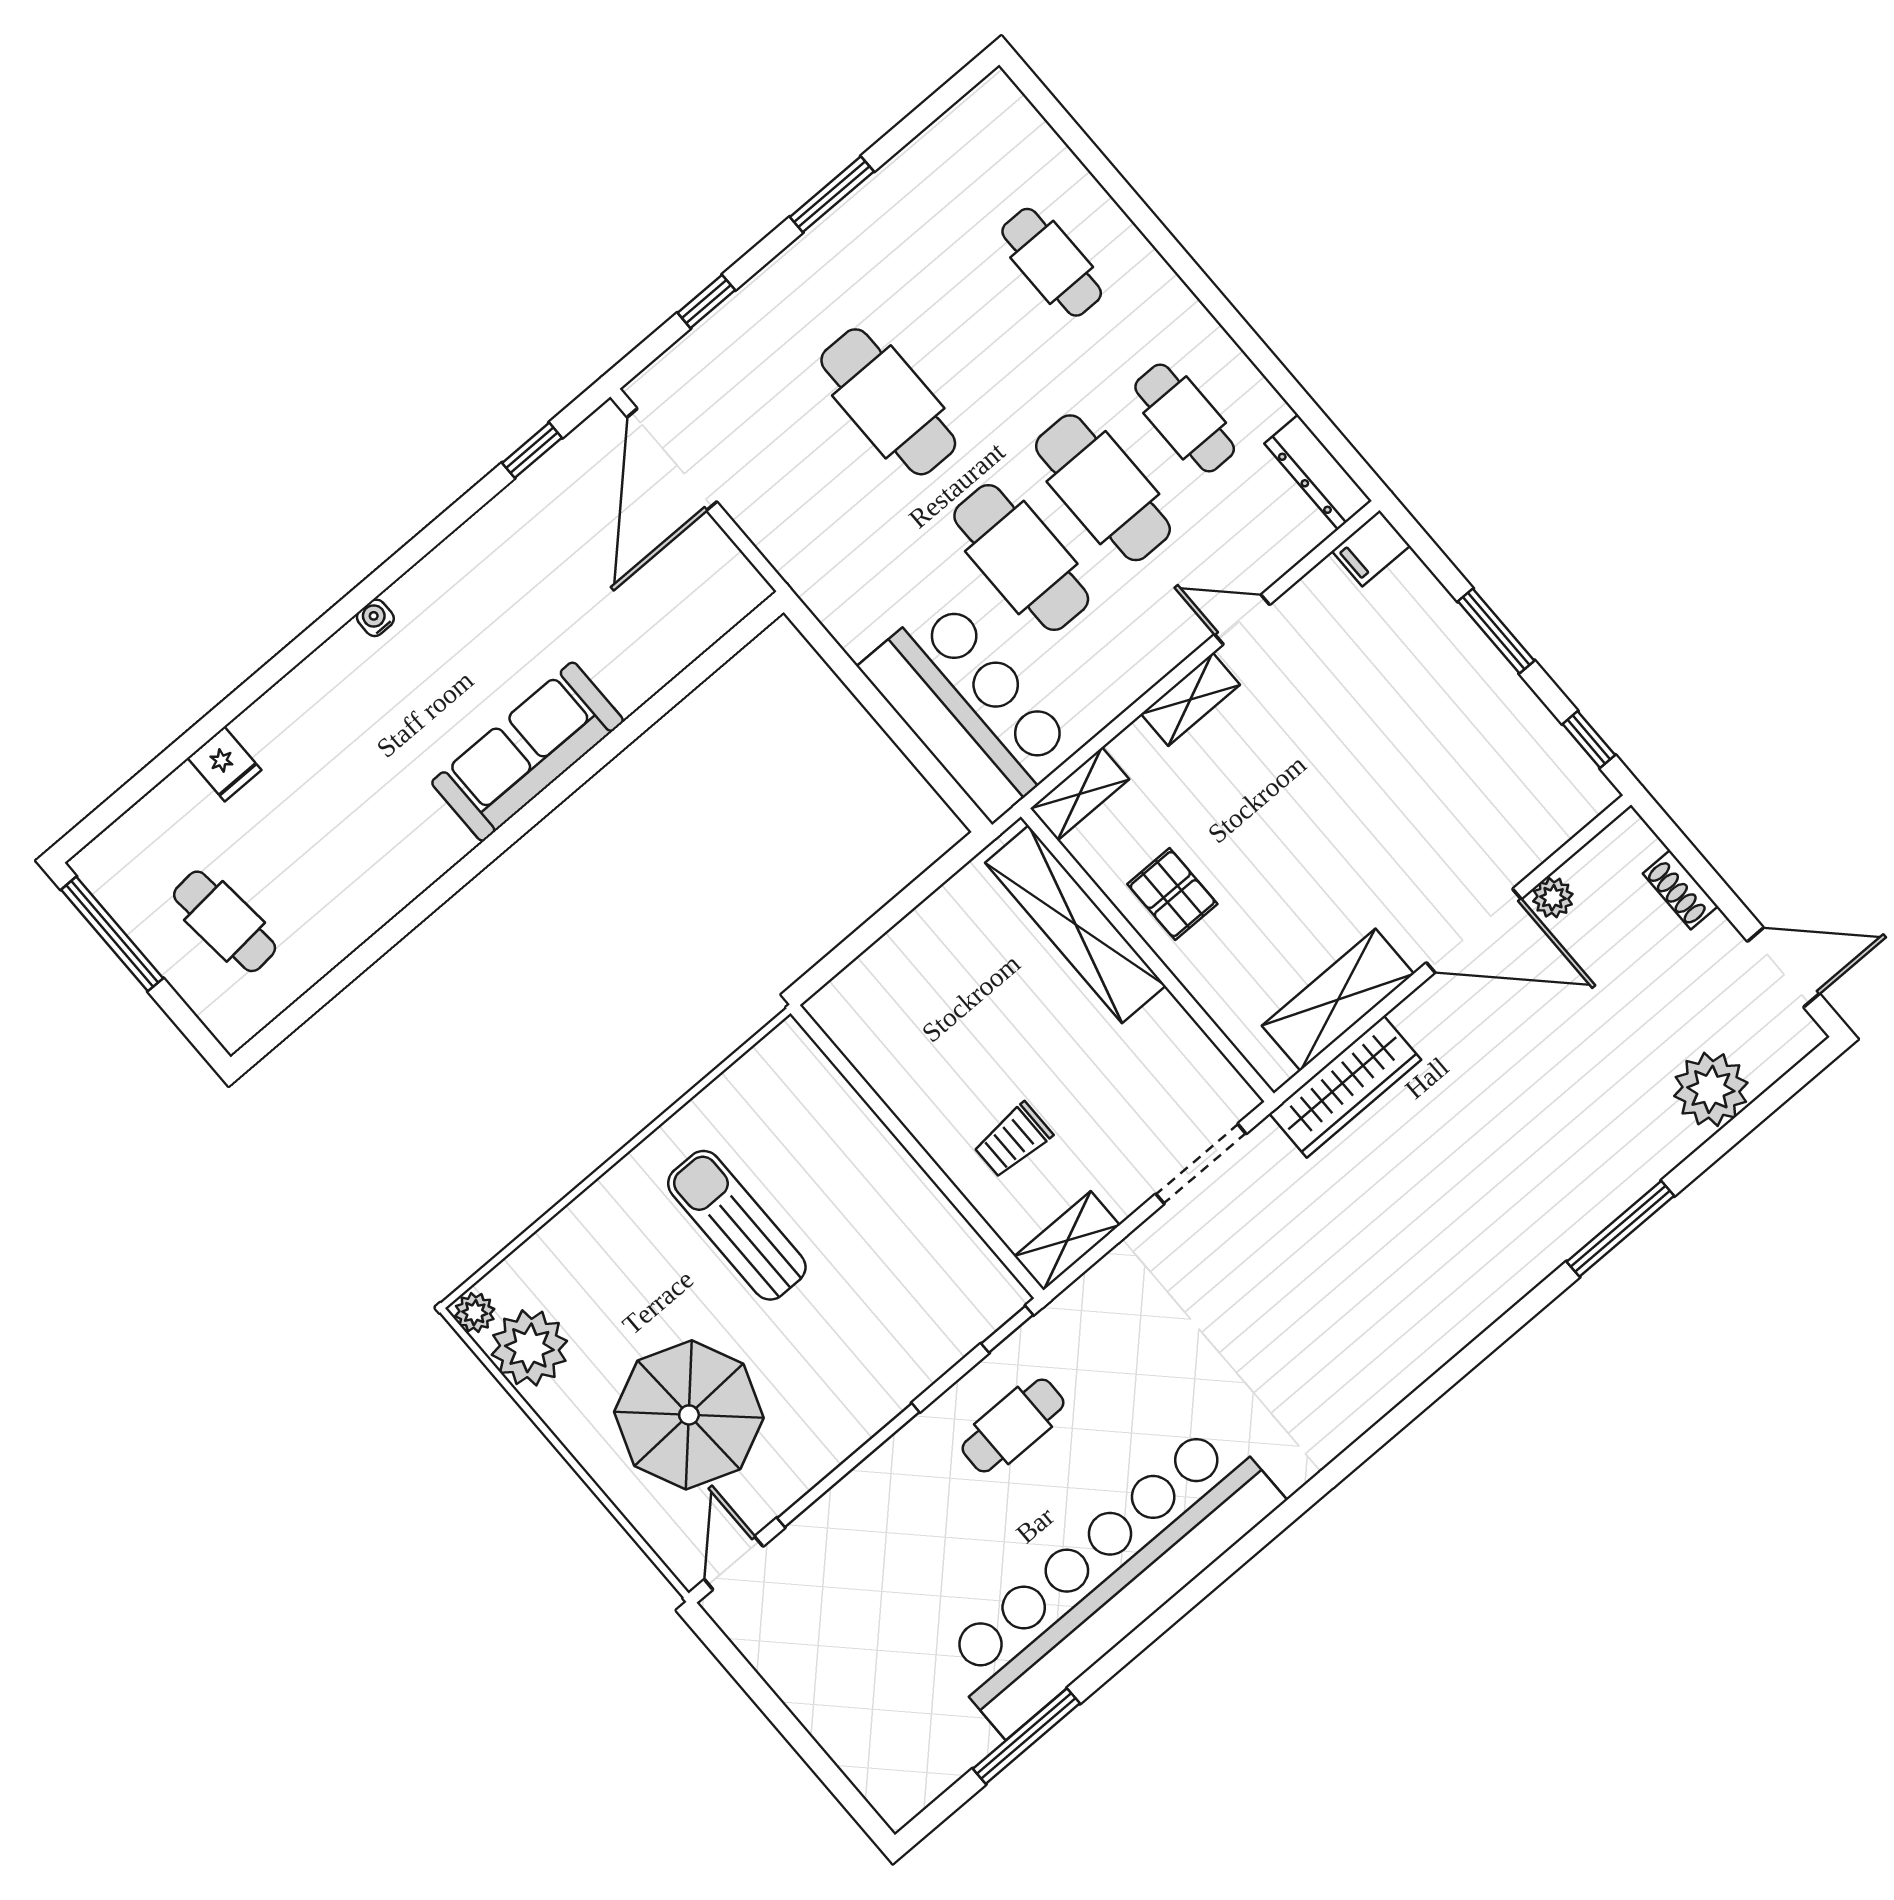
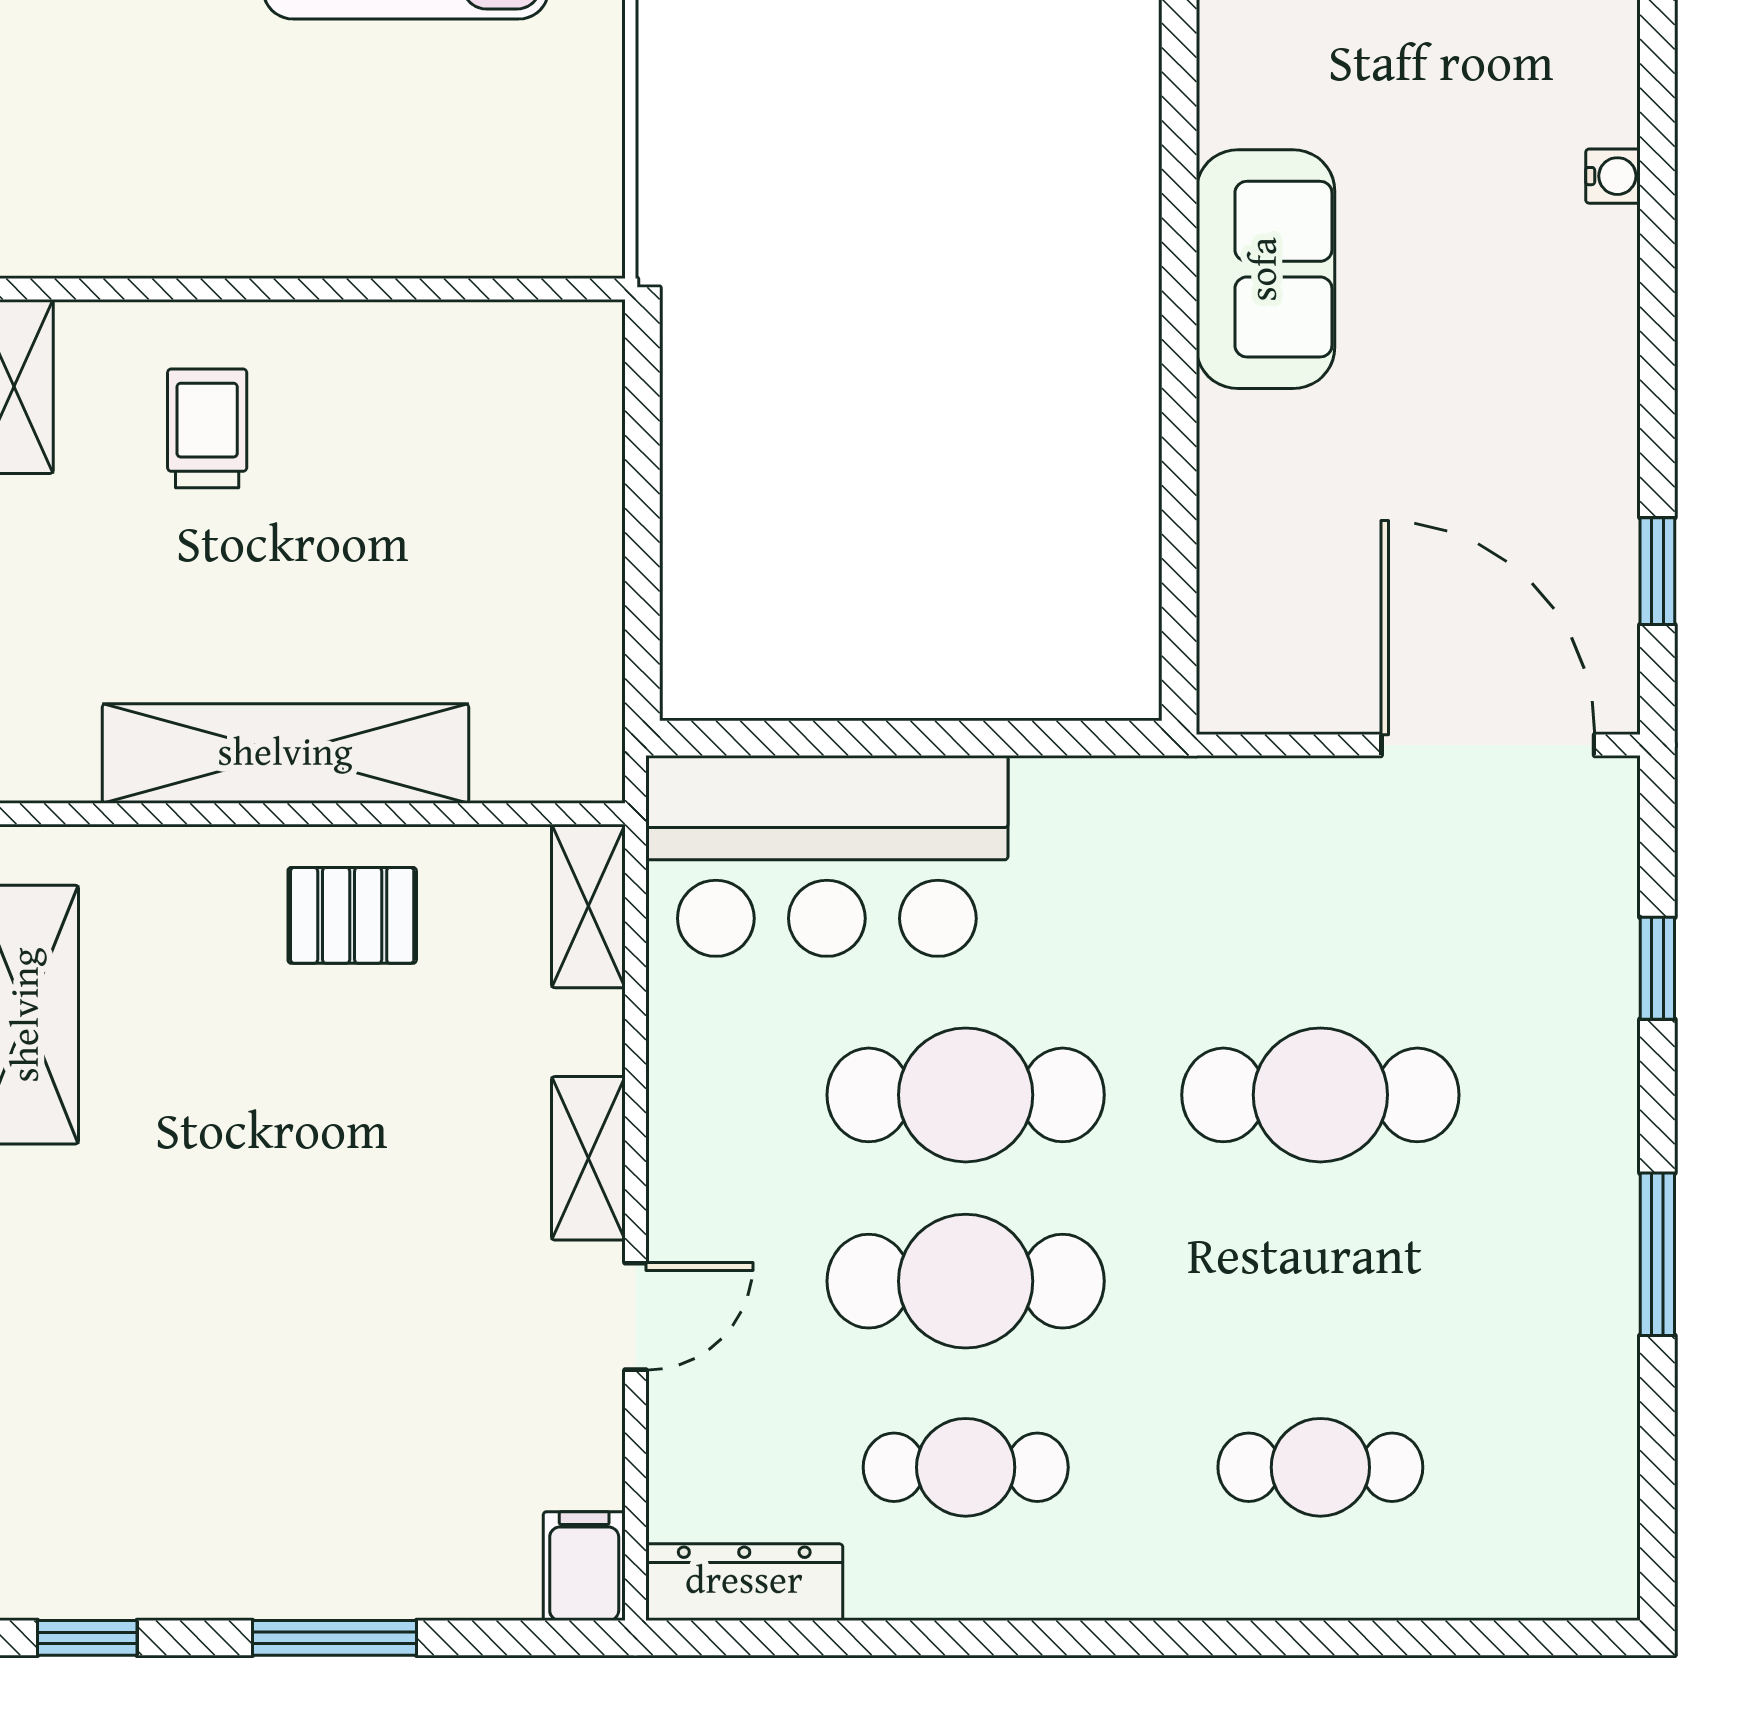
sofa: (528, 752) -> (1265, 269), width x0.73
shelving: (1075, 924) -> (285, 754), moved

